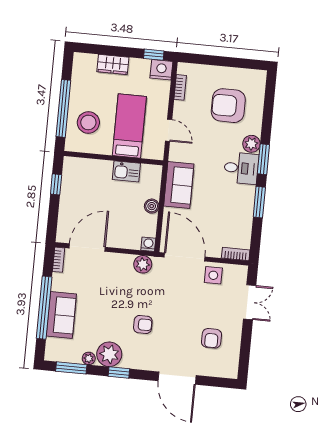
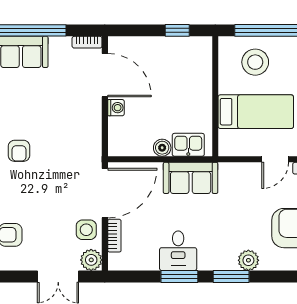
door: (169, 130) -> (275, 159), moved
desk: (241, 168) -> (178, 251), moved
kitchen sink: (126, 171) -> (188, 145), moved, turned 90
washing machine: (148, 244) -> (116, 108), moved
bookcase: (236, 254) -> (114, 236), moved
plant: (143, 264) -> (91, 260), moved

